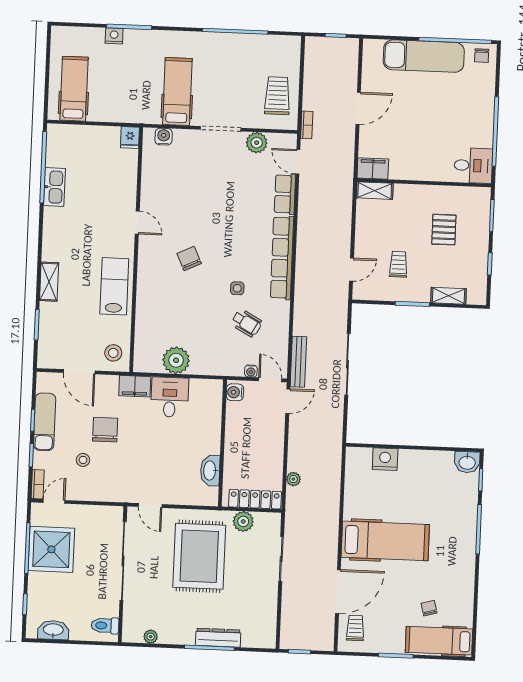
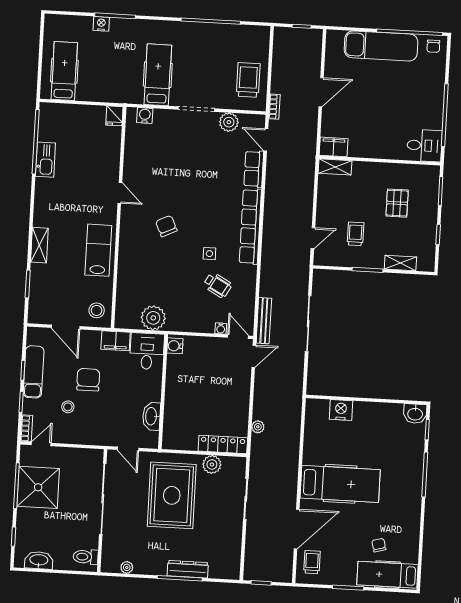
water cooler: (235, 392) -> (175, 346), moved
wall: (222, 443) -> (163, 392), moved
washbasin: (210, 471) -> (152, 416), moved

